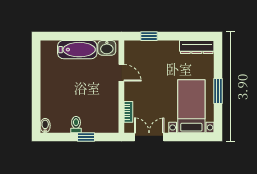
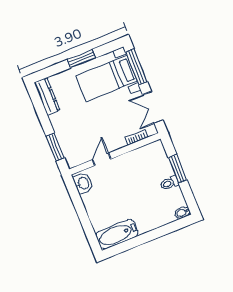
window: (149, 36) -> (55, 147), width x1.50
bathtub: (77, 50) -> (117, 234), moved, turned -90
window: (86, 137) -> (178, 169), width x1.50
window: (191, 137) -> (136, 67), added

